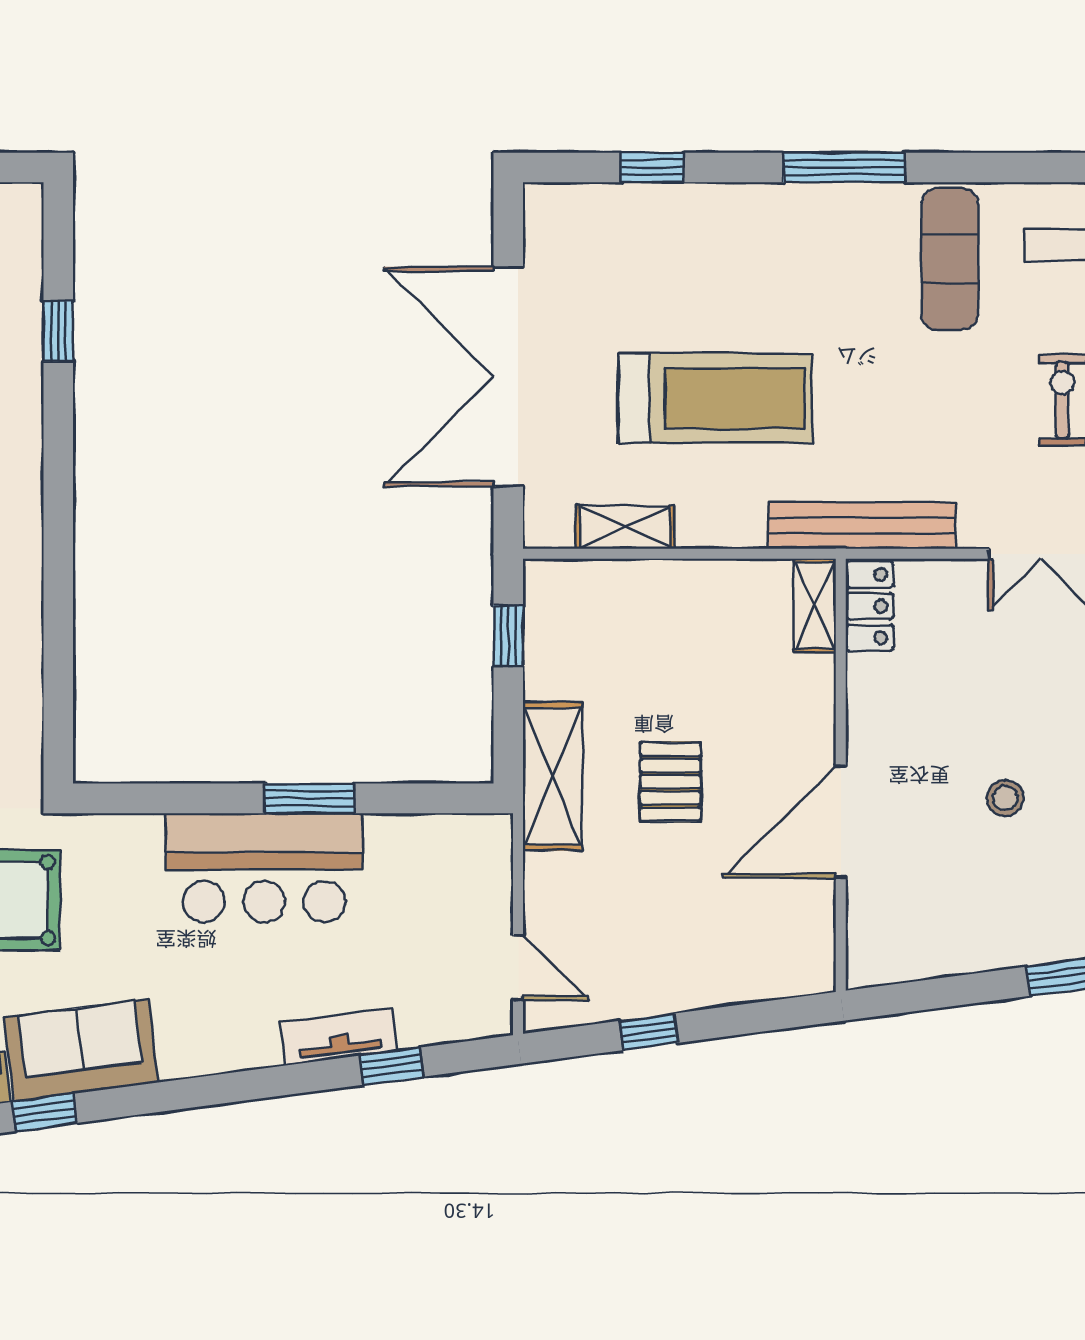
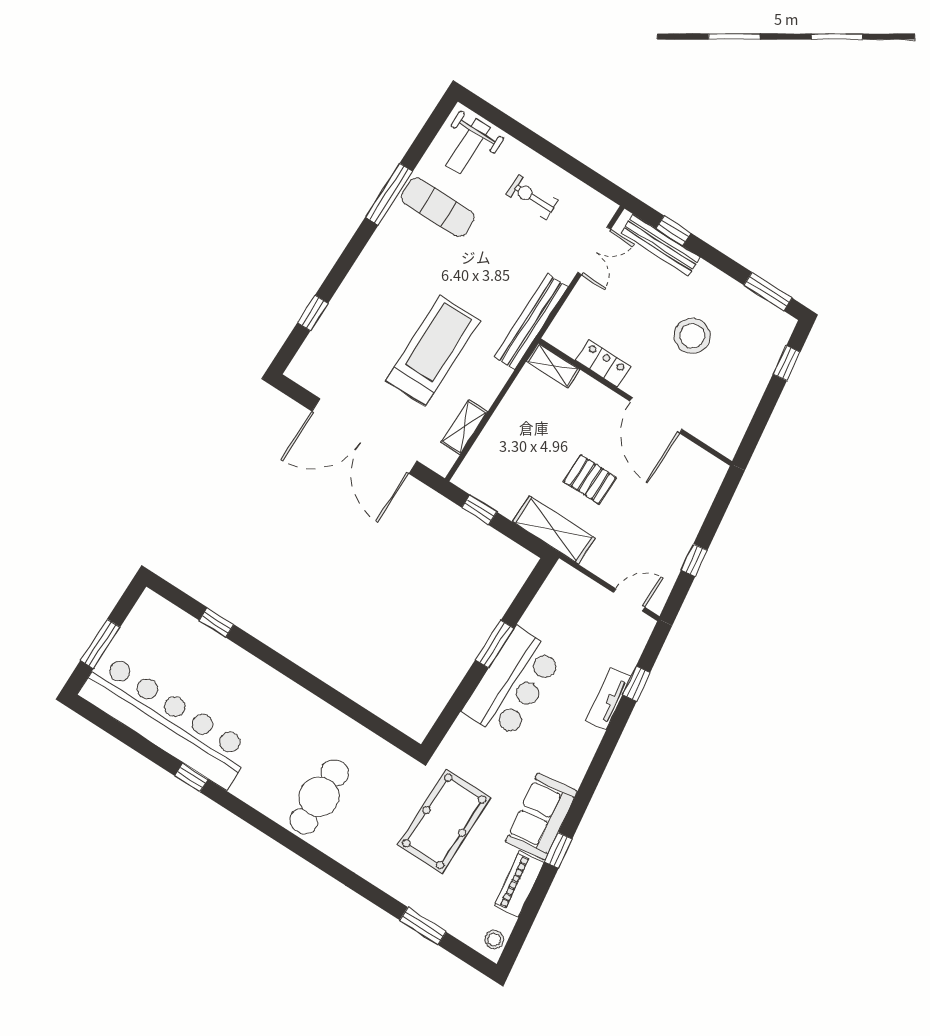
window: (844, 167) -> (389, 194), moved
locker: (870, 606) -> (603, 363), moved
stool: (1005, 798) -> (692, 336), width x1.89, depth x1.89

